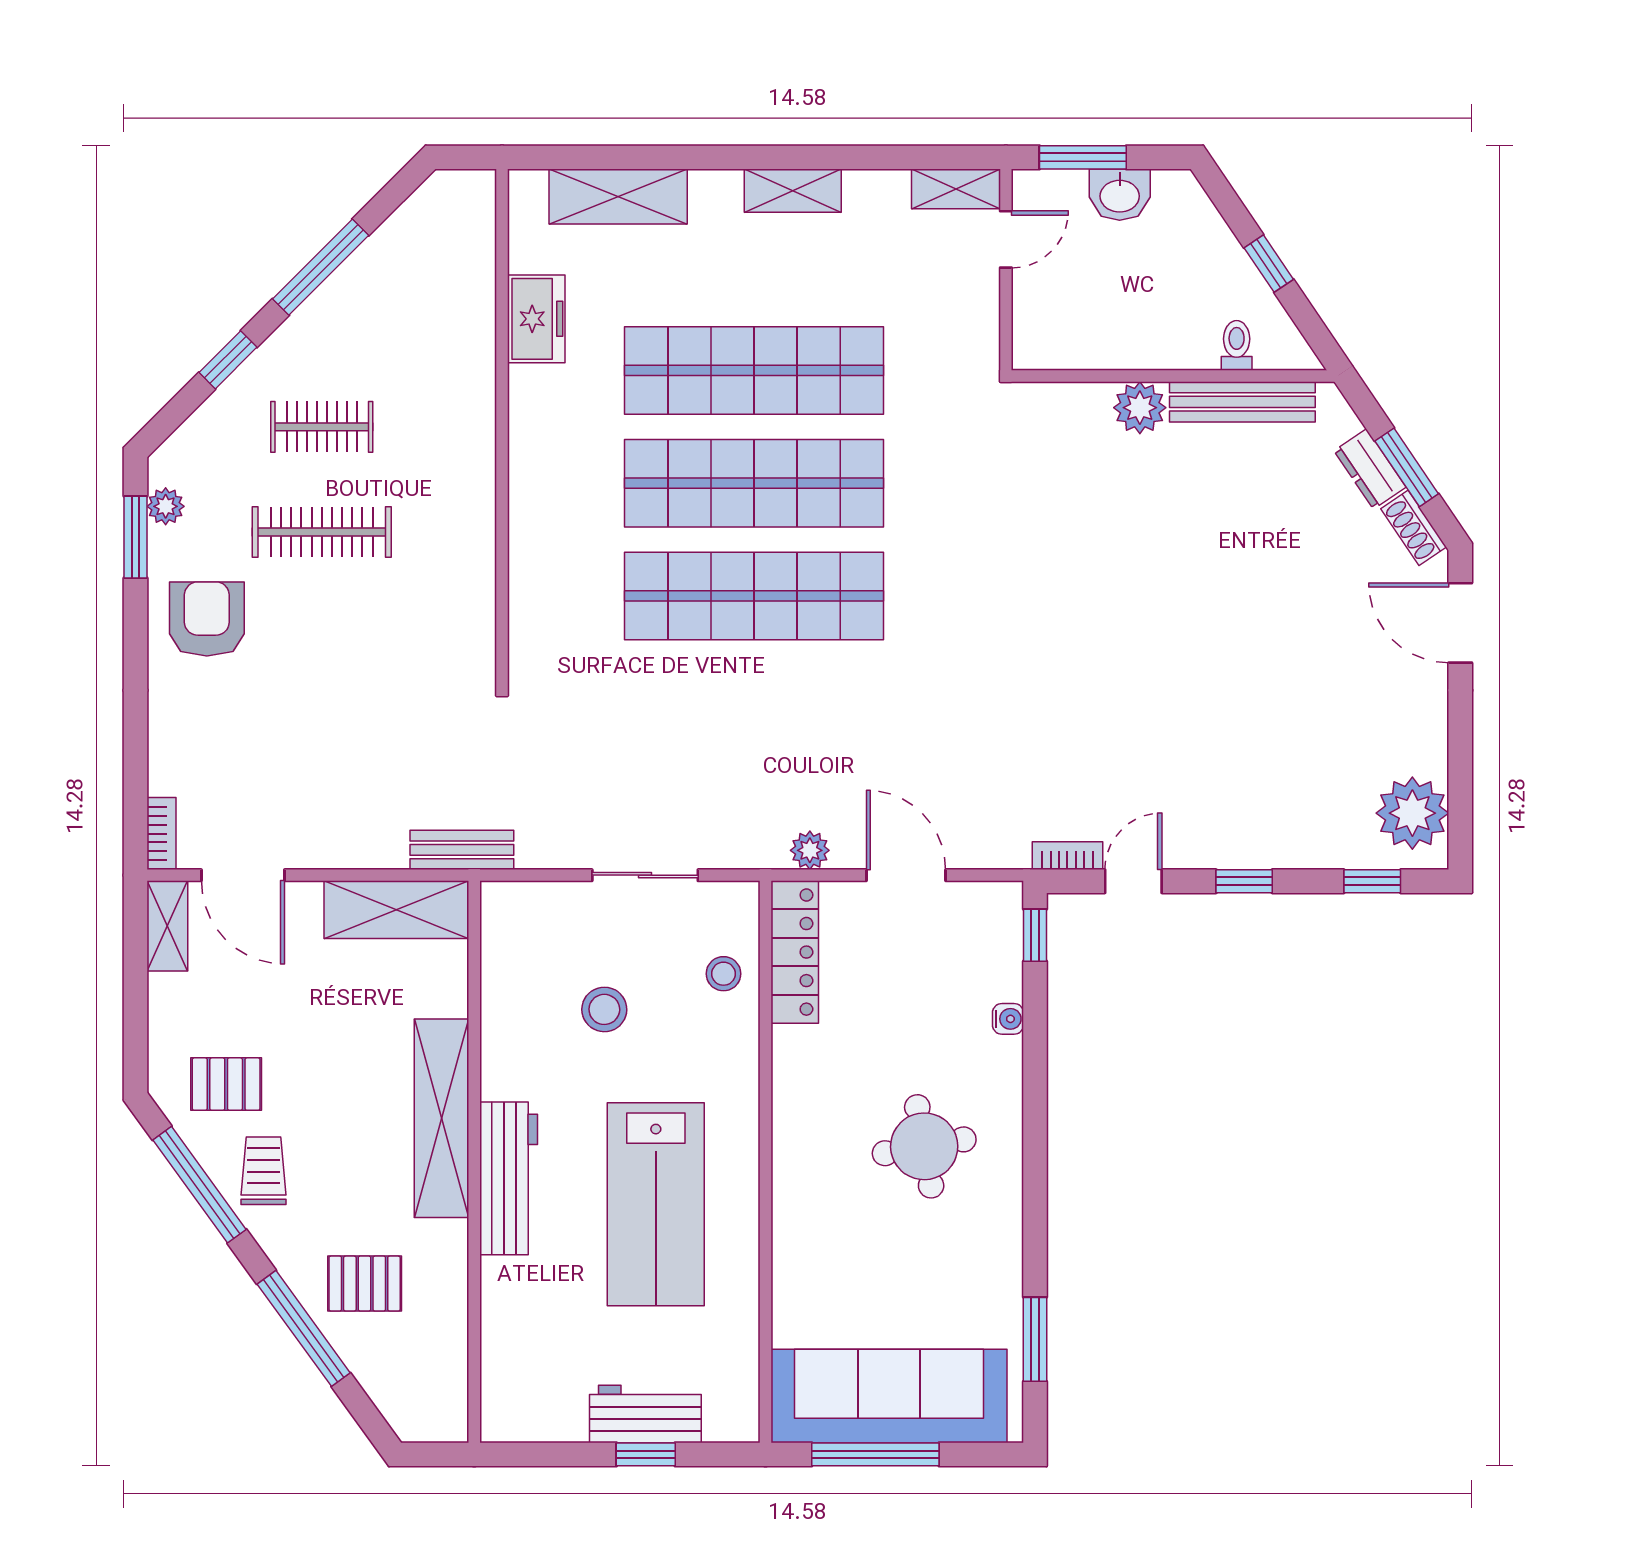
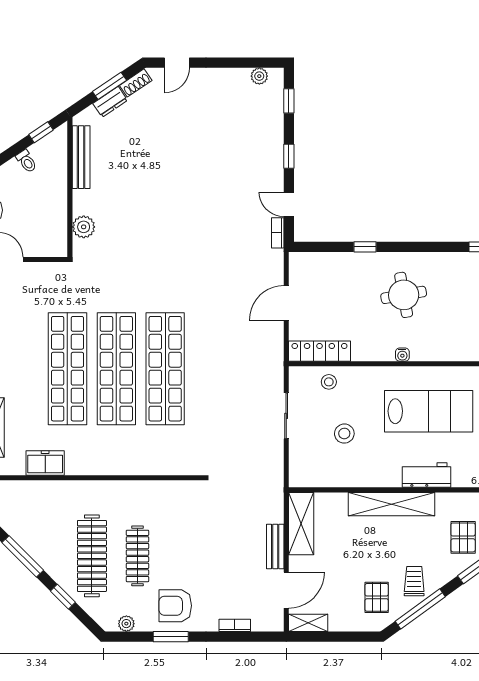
window: (1269, 264) -> (41, 132), moved
toilet: (1237, 345) -> (26, 161), moved, turned -124
plant: (1140, 408) -> (84, 227), moved
clothes rail: (322, 427) -> (92, 556), width x1.86, depth x1.31
window: (135, 537) -> (171, 637), moved
door: (1460, 623) -> (177, 63), width x0.73
plant: (1412, 813) -> (259, 76), width x0.53, depth x0.53
bookcase: (161, 834) -> (235, 625), moved
bench: (462, 850) -> (275, 547), moved
plant: (810, 850) -> (275, 344), removed
window: (1035, 935) -> (365, 247), moved
water cooler: (1008, 1019) -> (402, 355), moved, turned 180
trolley: (264, 1171) -> (414, 581), turned 90
workbench: (509, 1178) -> (427, 475), width x0.73

